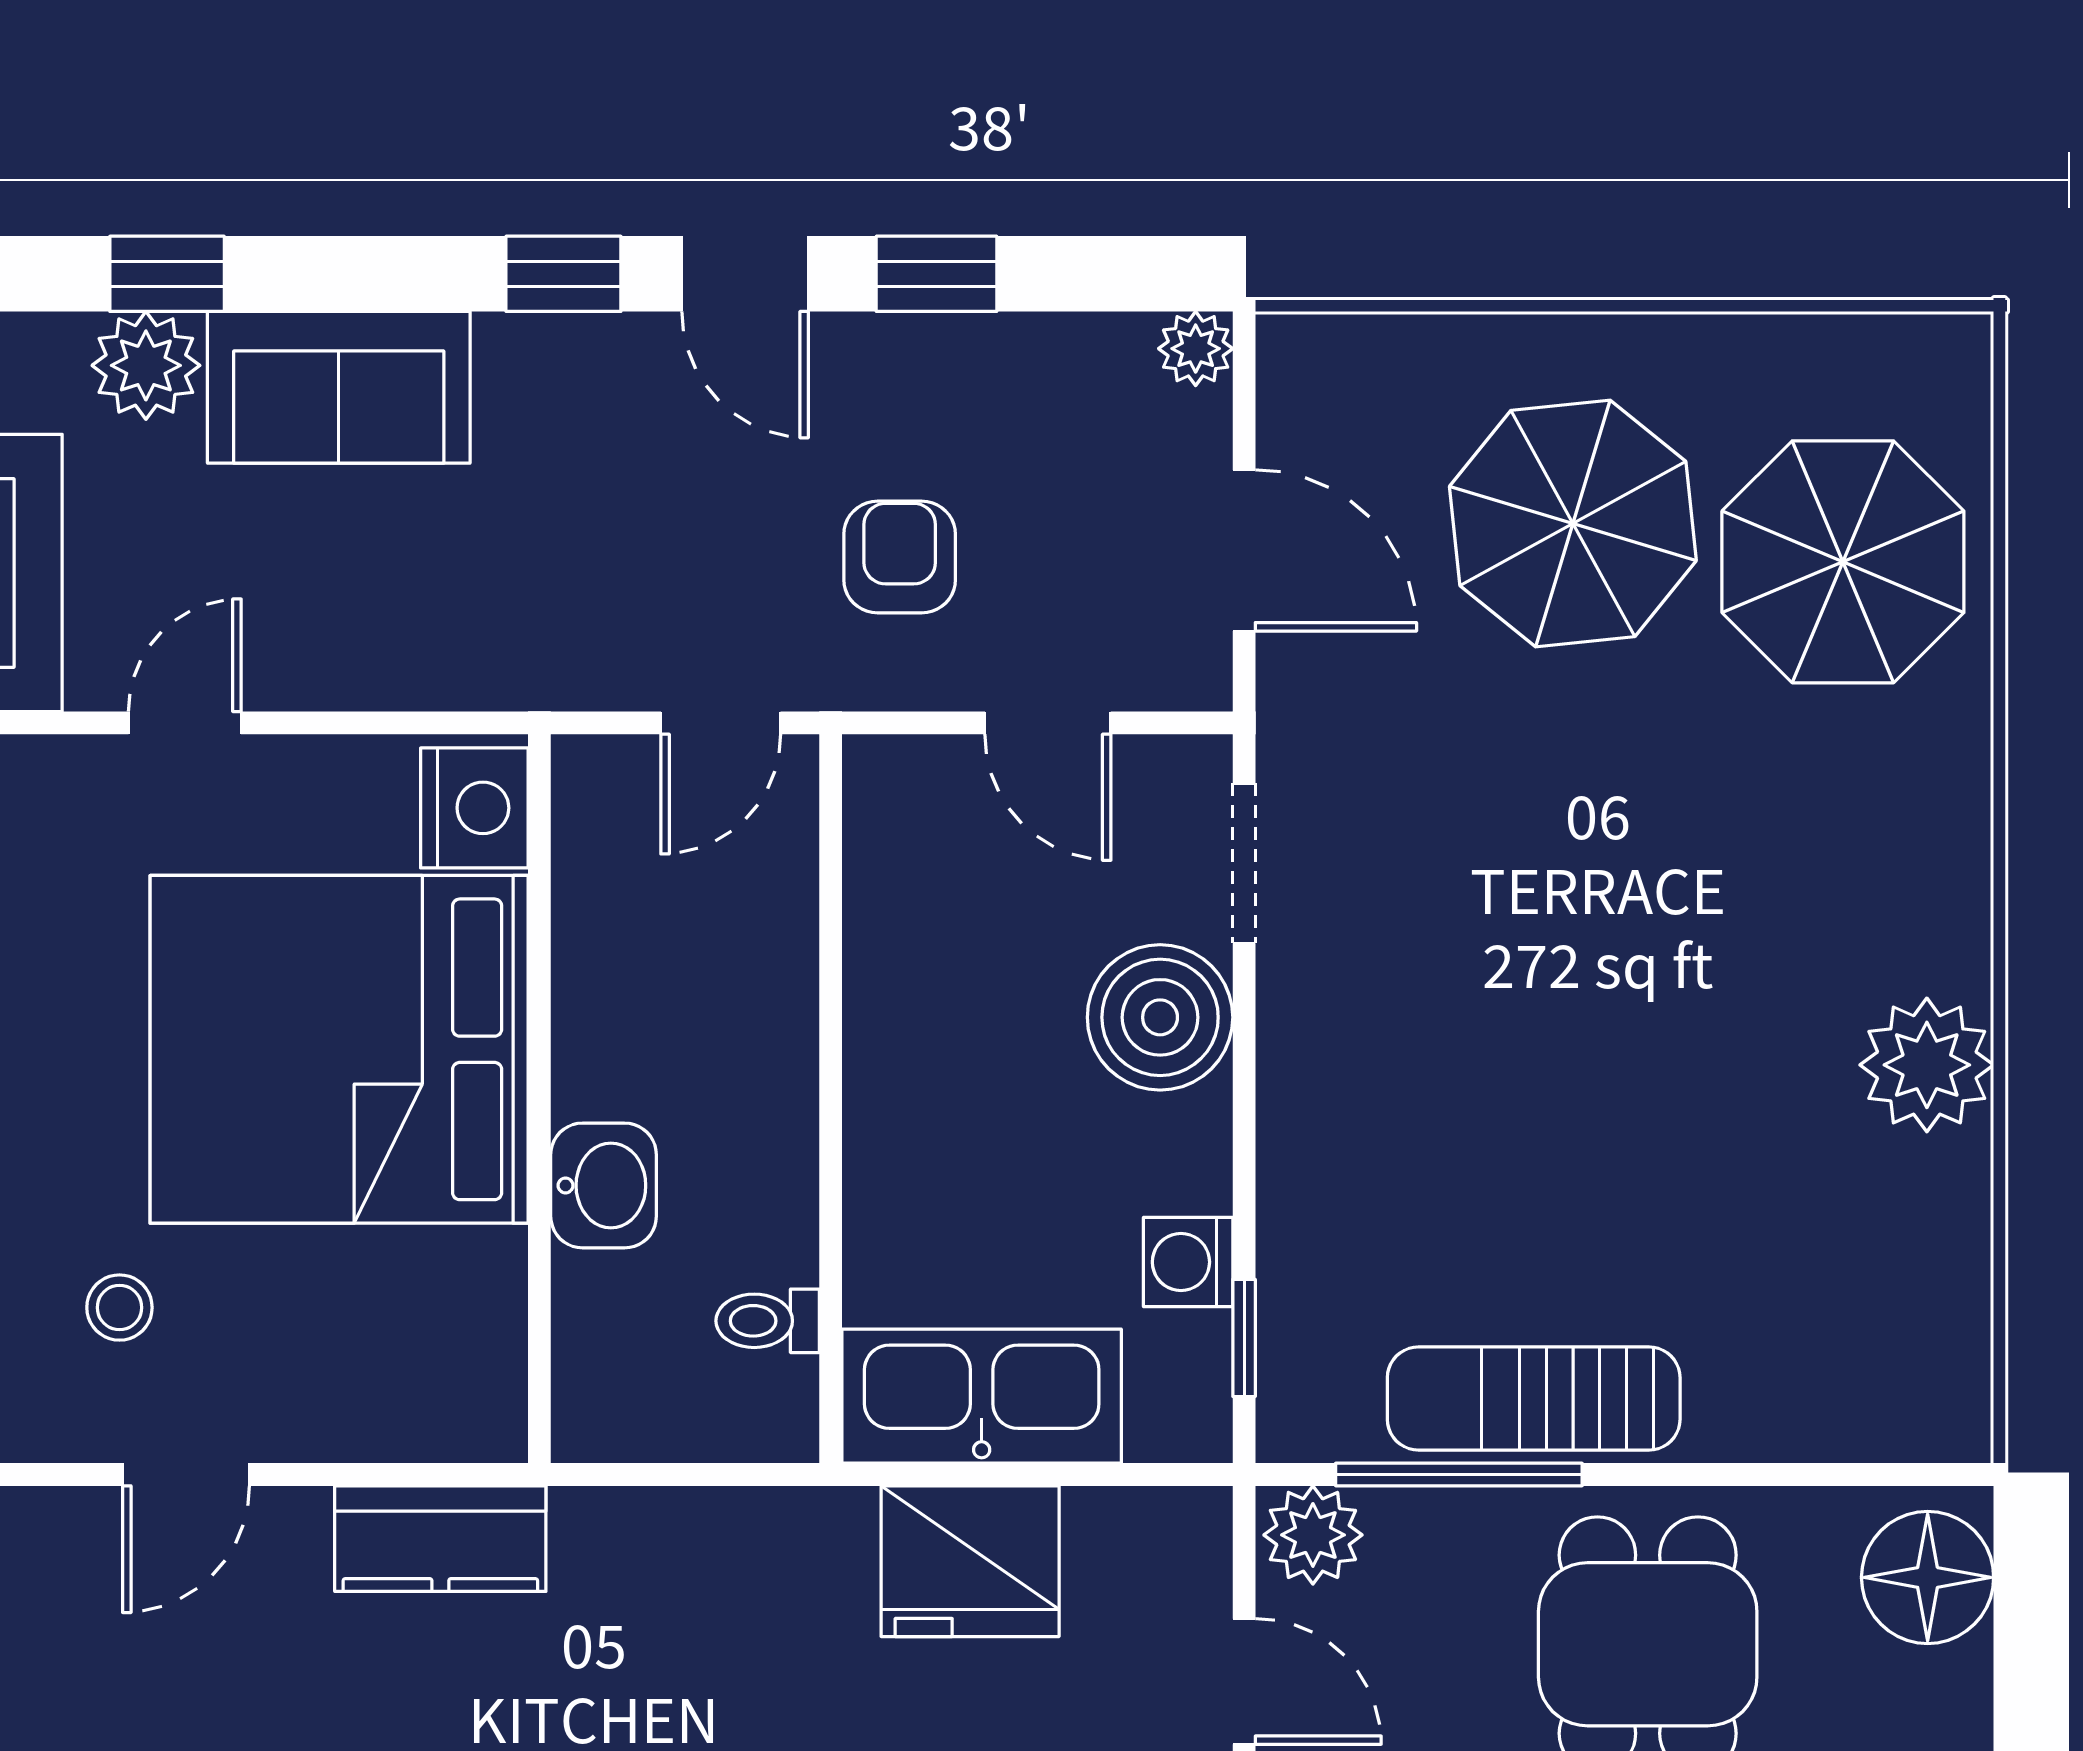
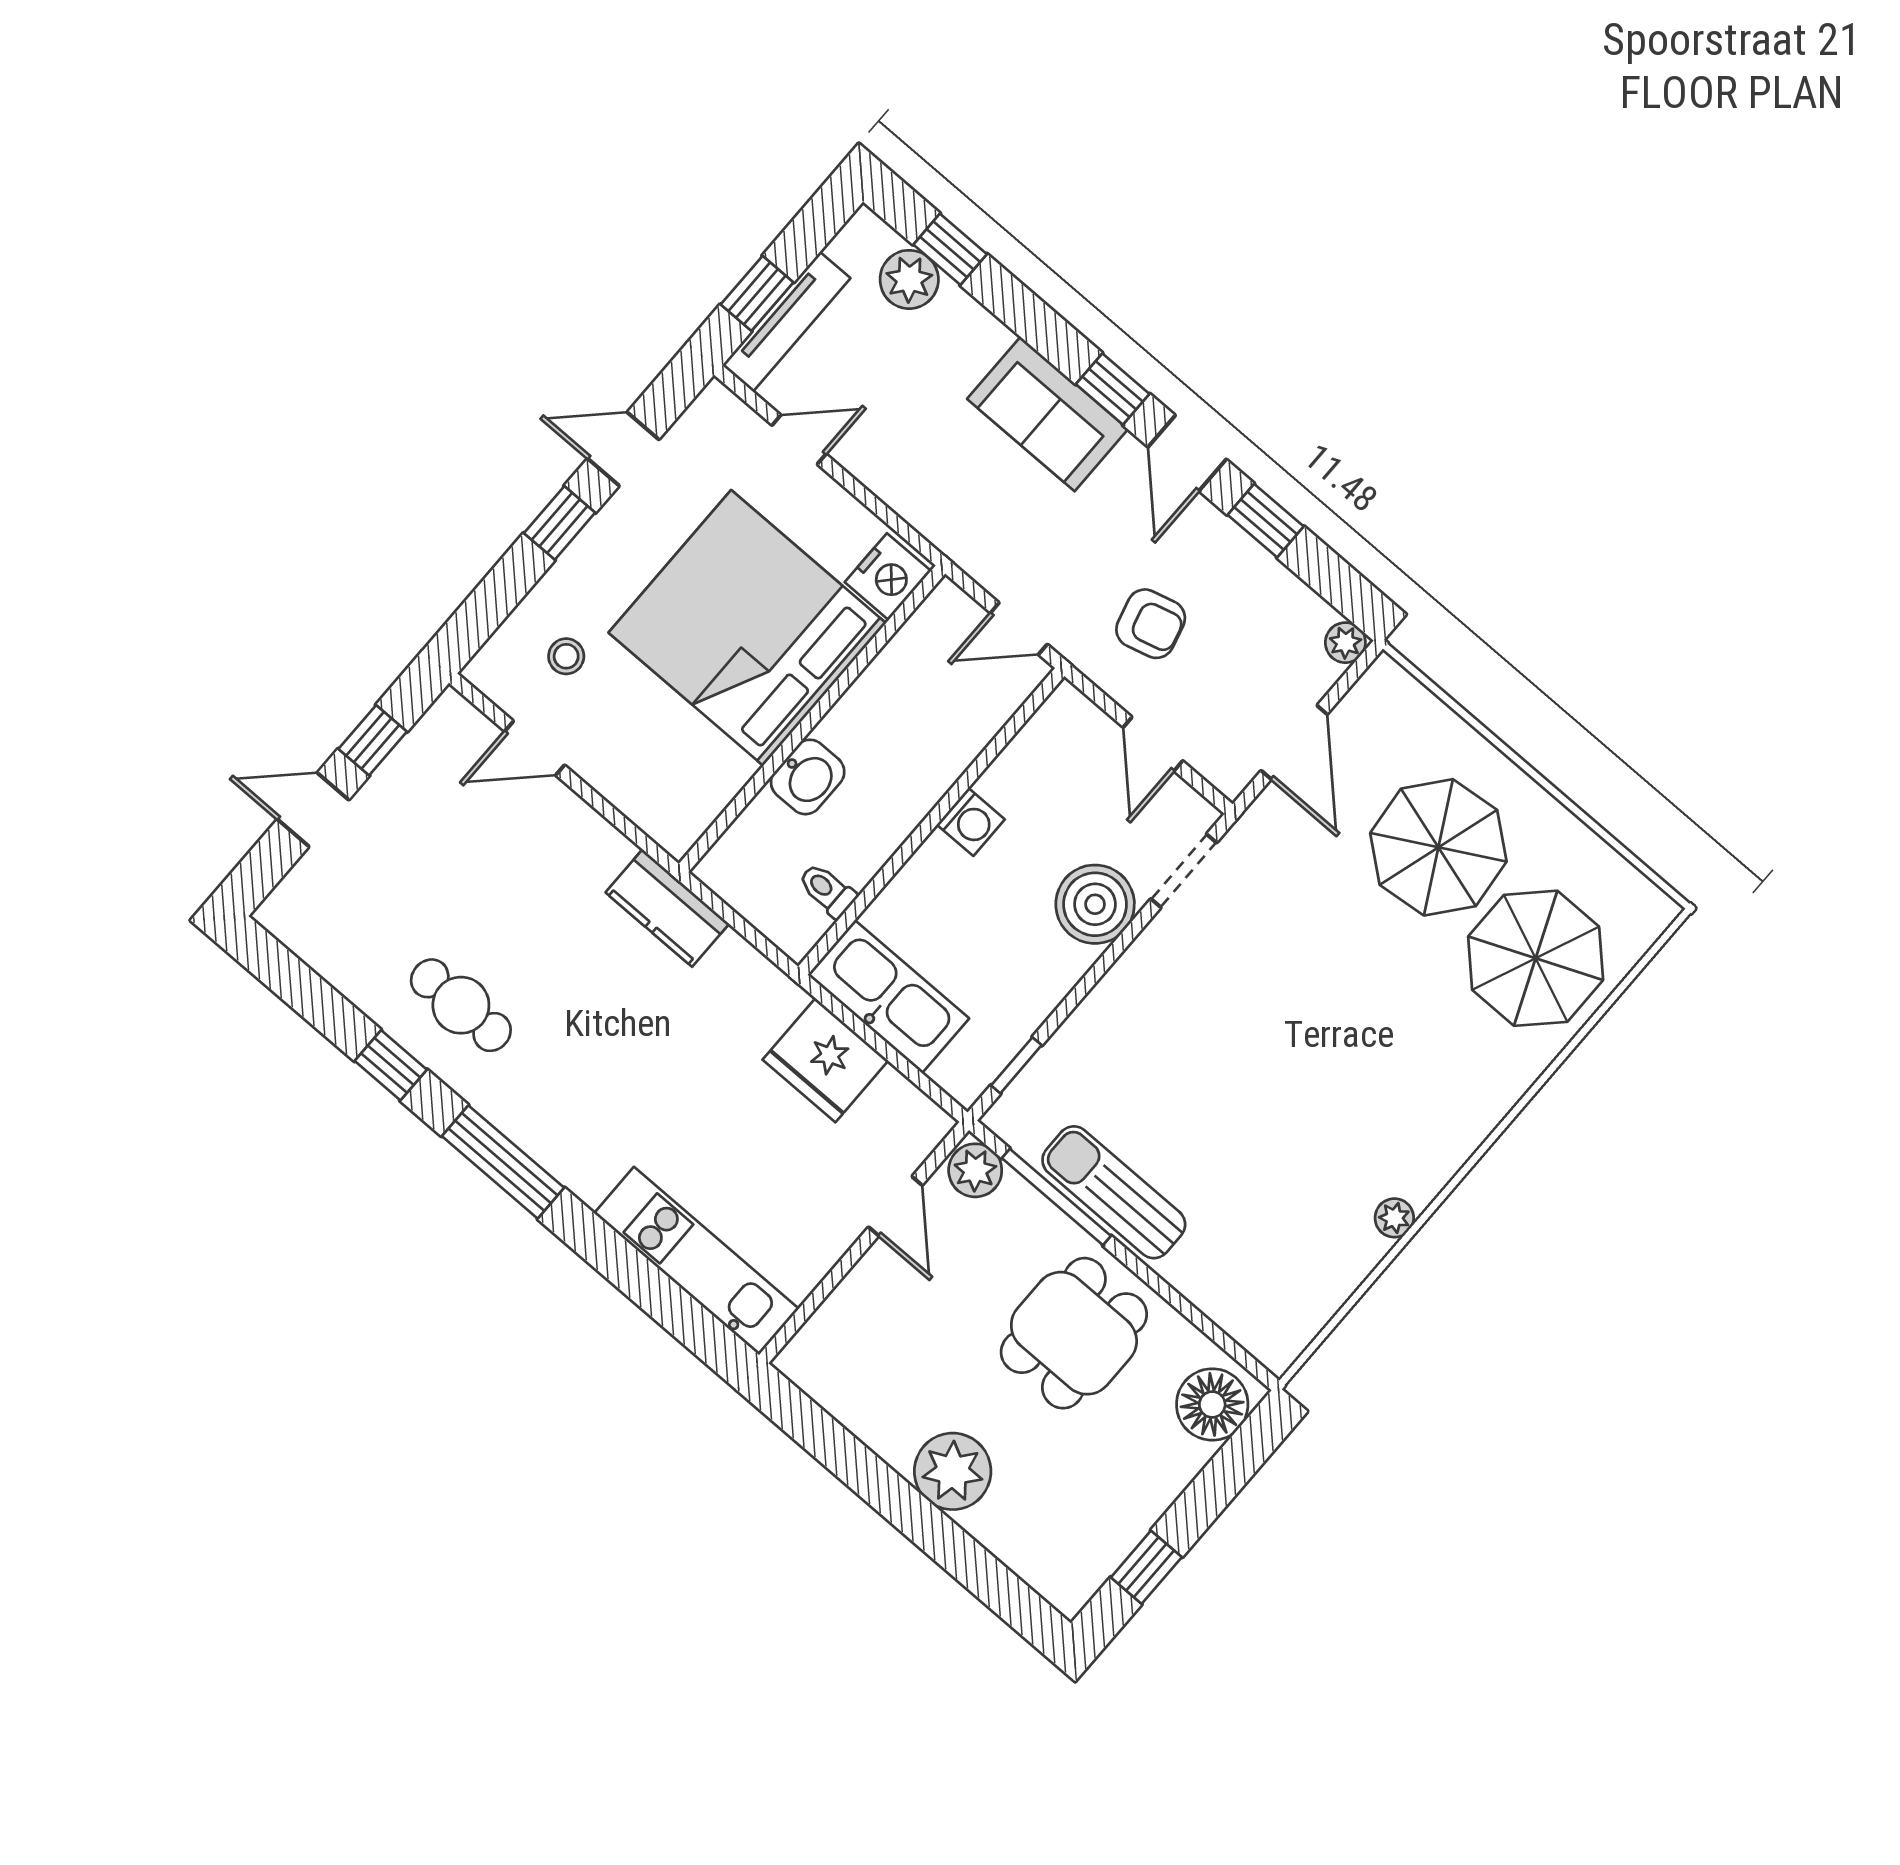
sofa: (339, 387) -> (1048, 414), moved
armchair: (900, 557) -> (1151, 624), turned 75
plant: (1927, 1065) -> (1394, 1218), width x0.53, depth x0.53
washing machine: (1188, 1262) -> (971, 822), moved, turned 180
kitchen counter: (440, 1539) -> (667, 908), moved

